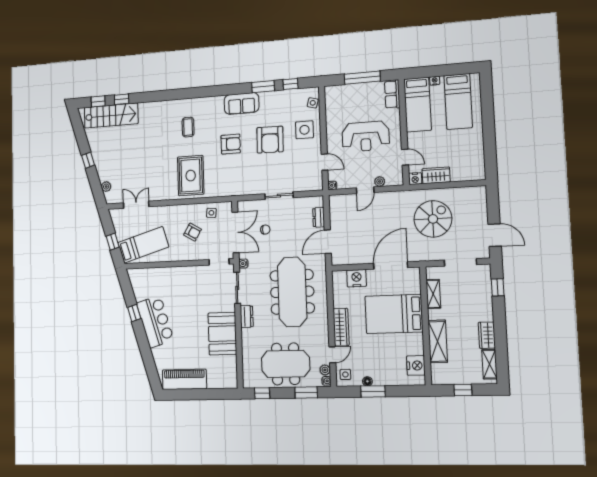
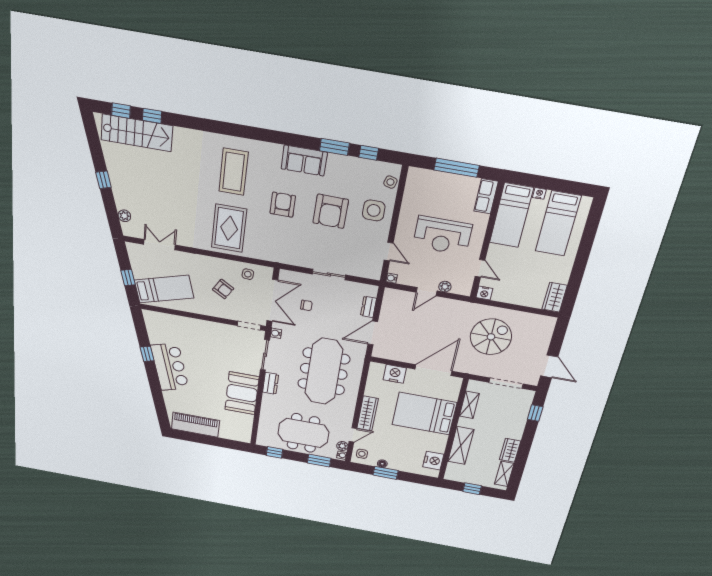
coffee table: (188, 127) -> (234, 172), width x1.86, depth x1.72
armchair: (231, 144) -> (283, 205), turned -90
wardrobe: (436, 175) -> (555, 297), moved, turned -90

